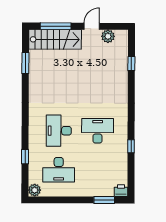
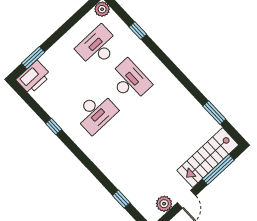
printer: (121, 191) -> (33, 77), width x1.87, depth x1.48

